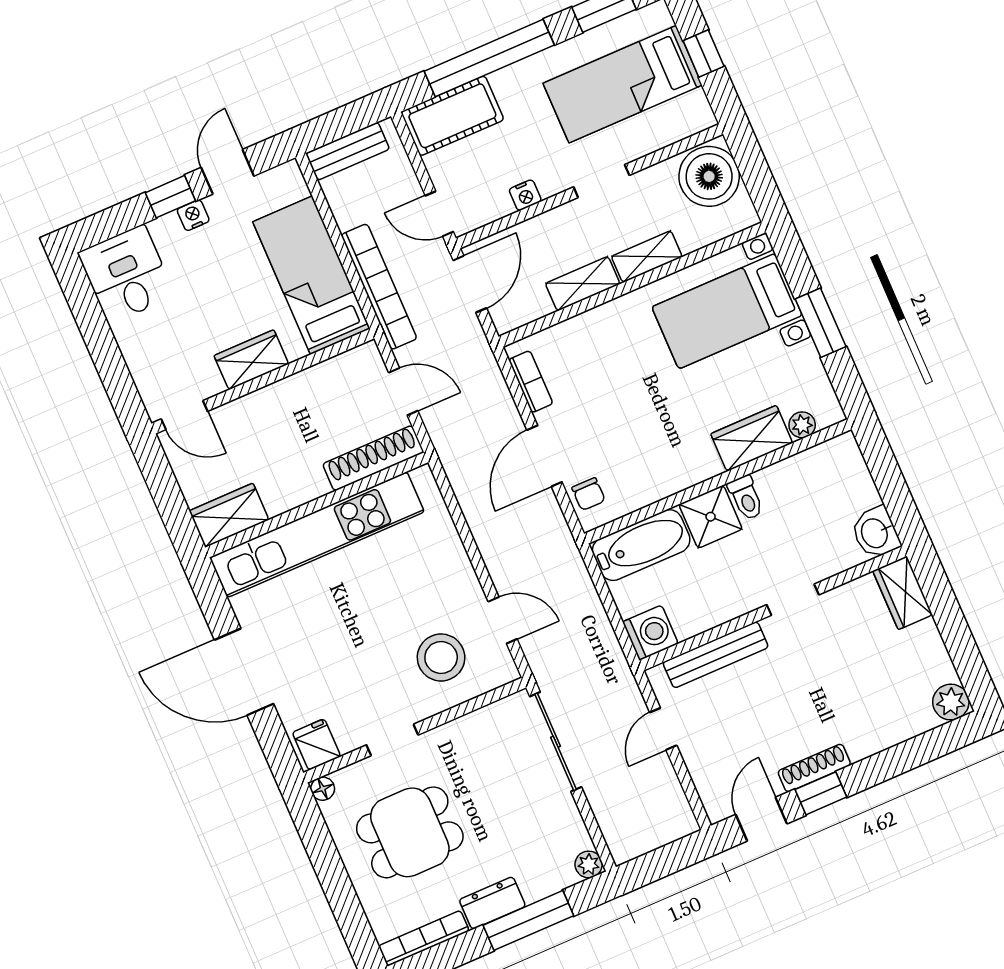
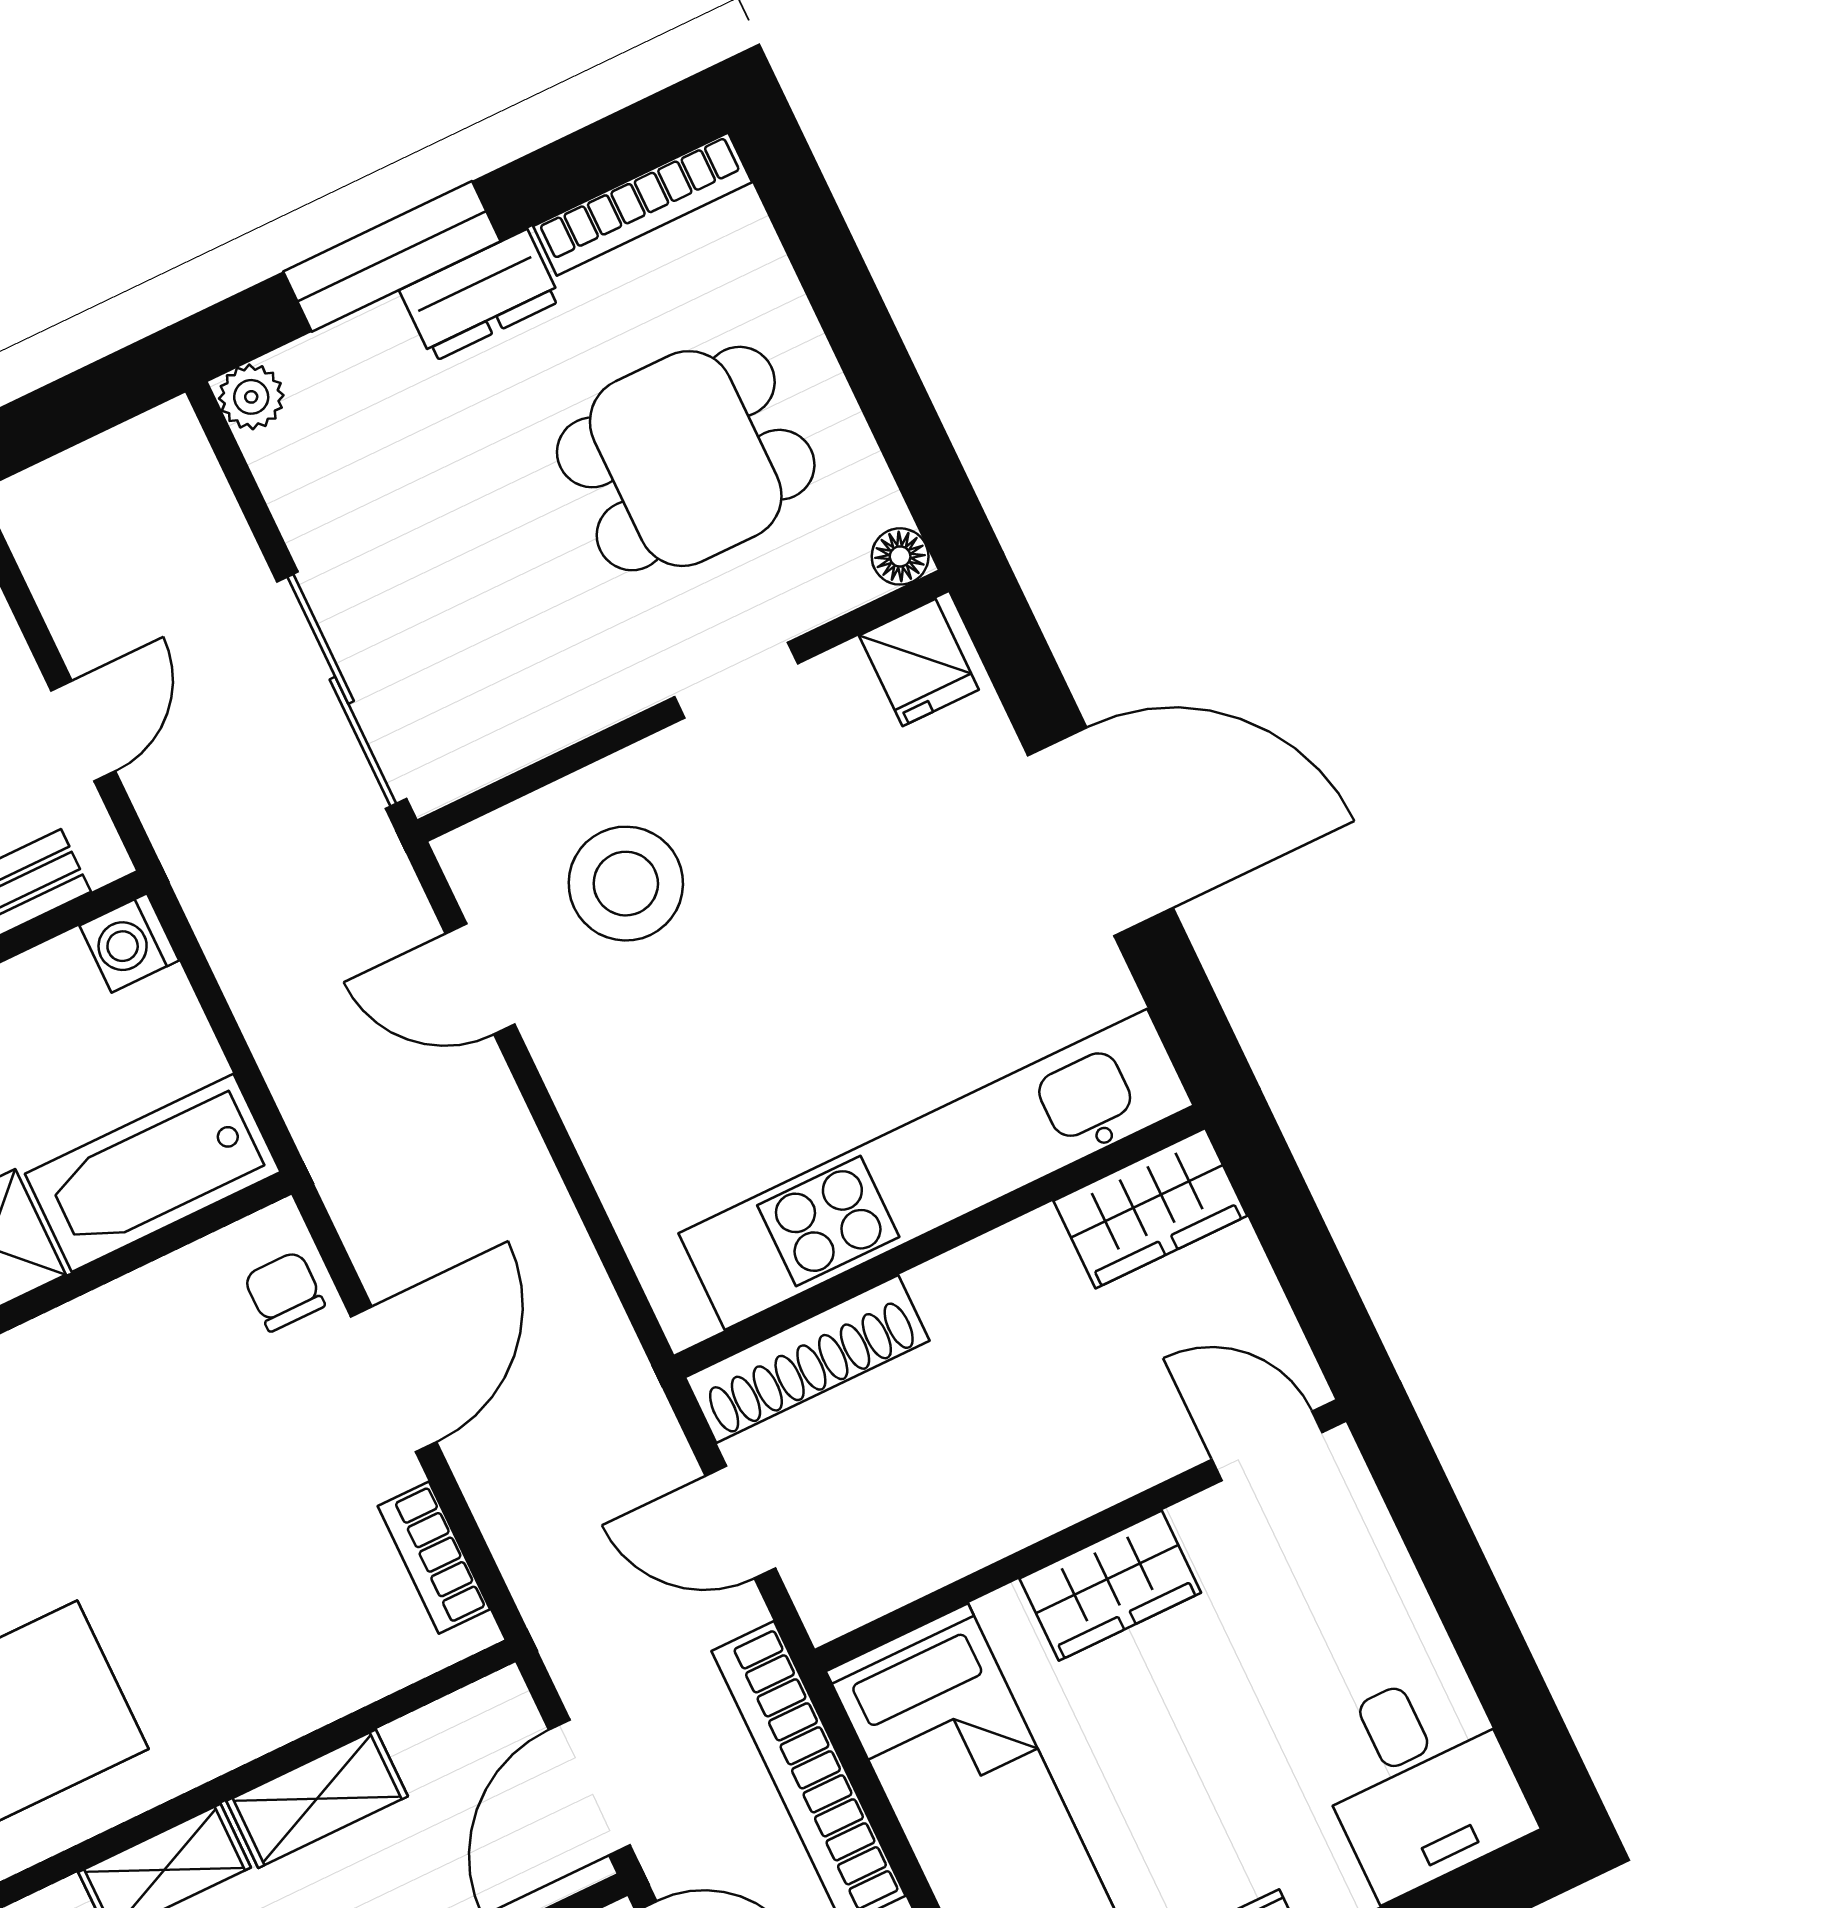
washing machine: (650, 633) -> (129, 943), width x0.73, depth x0.73

